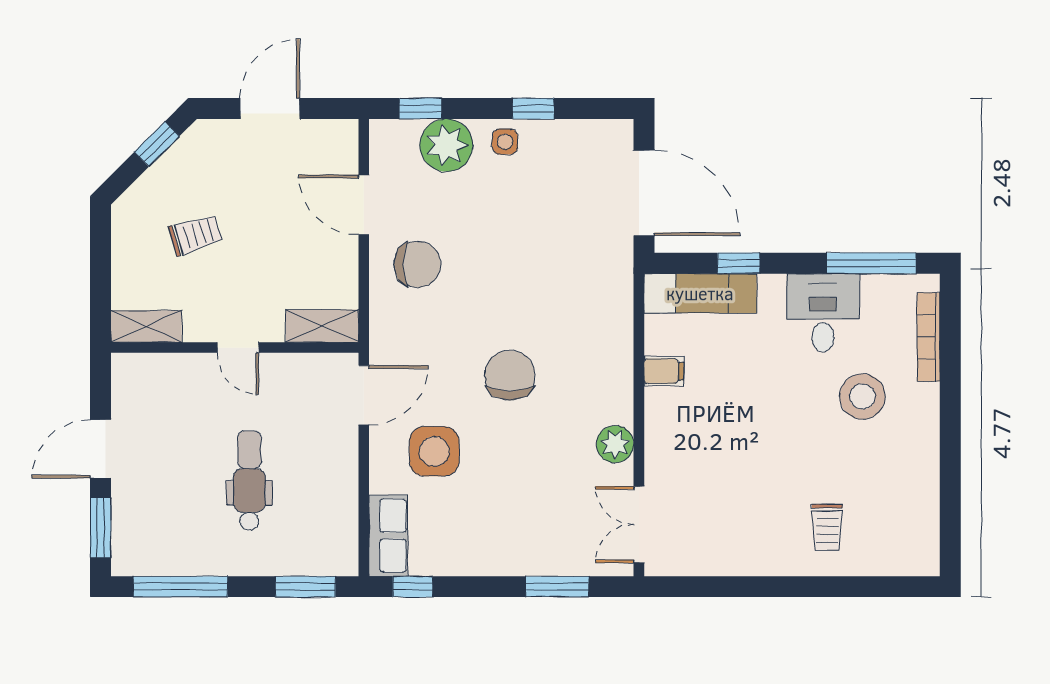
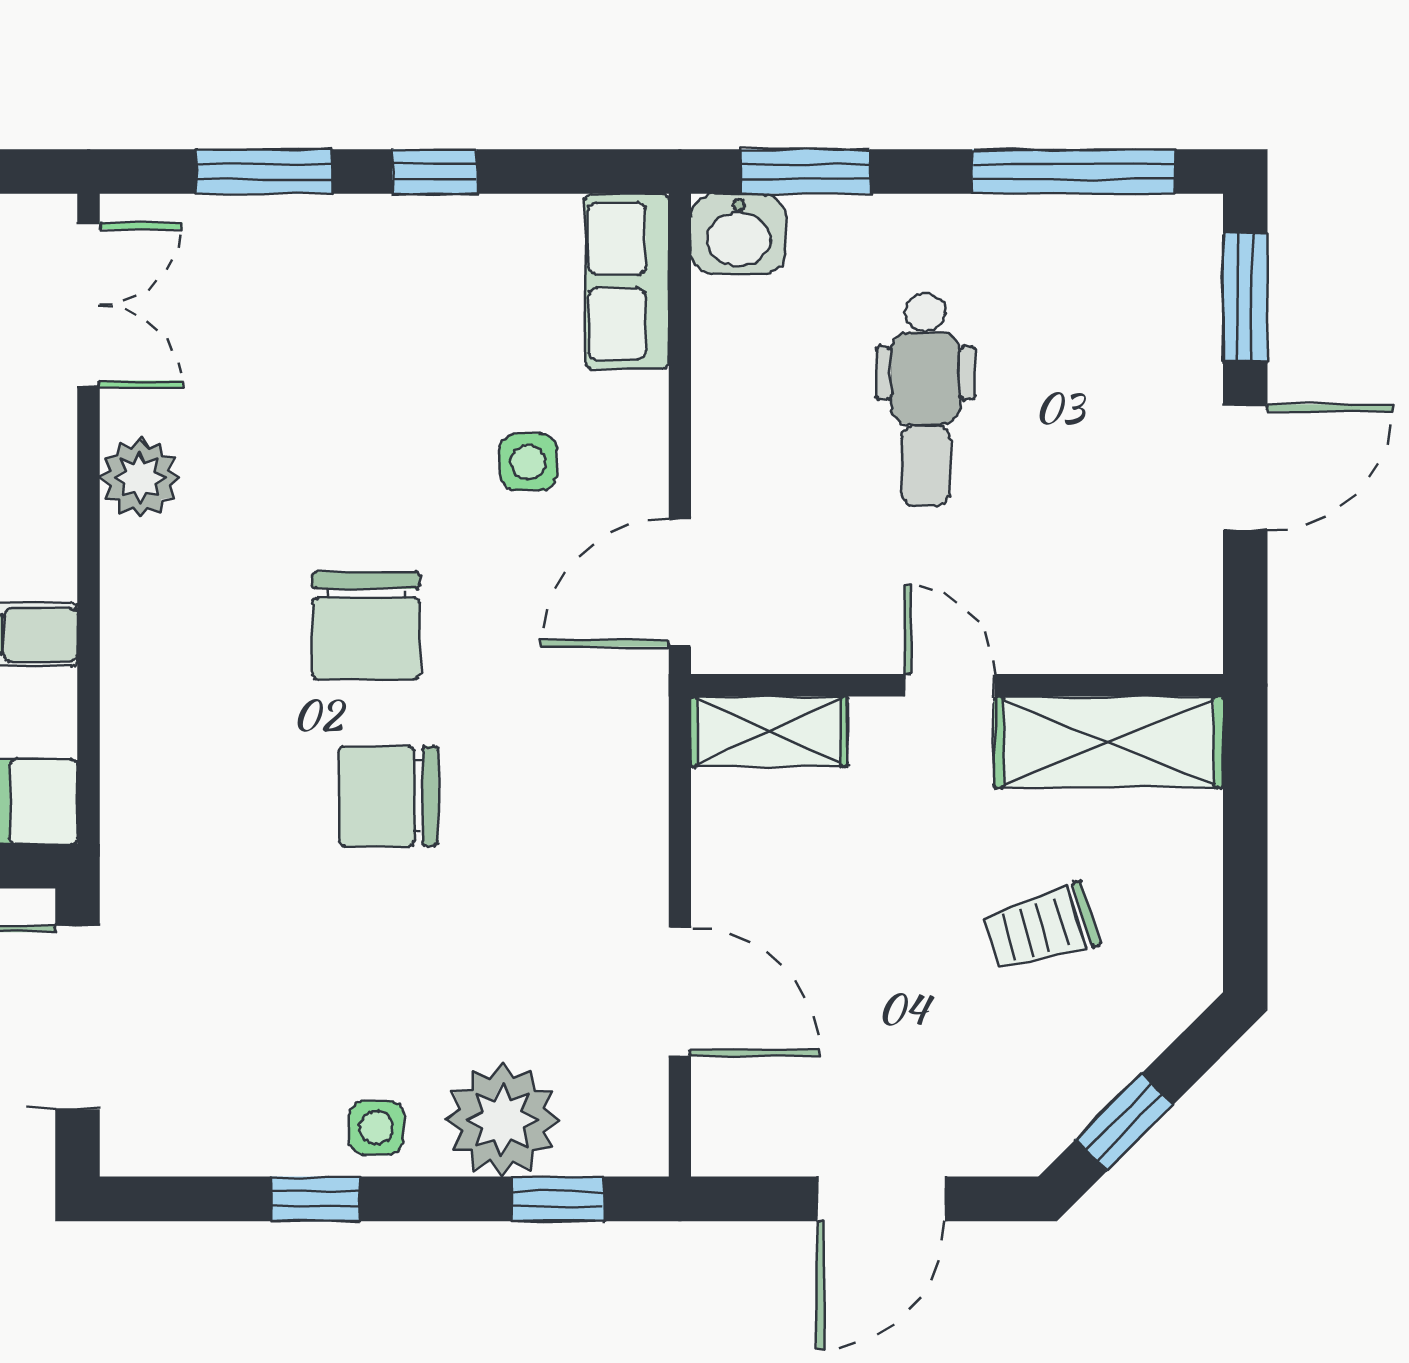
chair: (418, 264) -> (388, 796), moved
shelving: (146, 326) -> (1109, 742), width x1.50, depth x1.33
side table: (434, 451) -> (528, 462), width x0.54, depth x0.54
washbasin: (336, 558) -> (738, 234), added
window: (413, 587) -> (434, 172), moved

